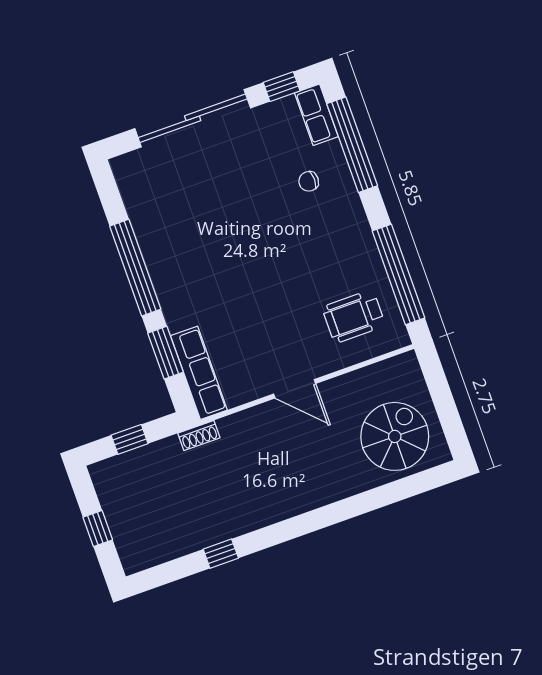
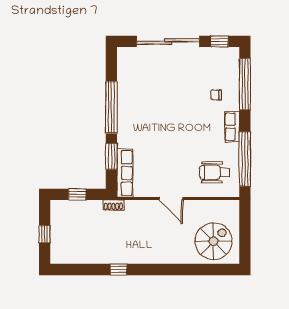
row of seats: (316, 115) -> (232, 127), moved
window: (221, 554) -> (119, 269), moved

